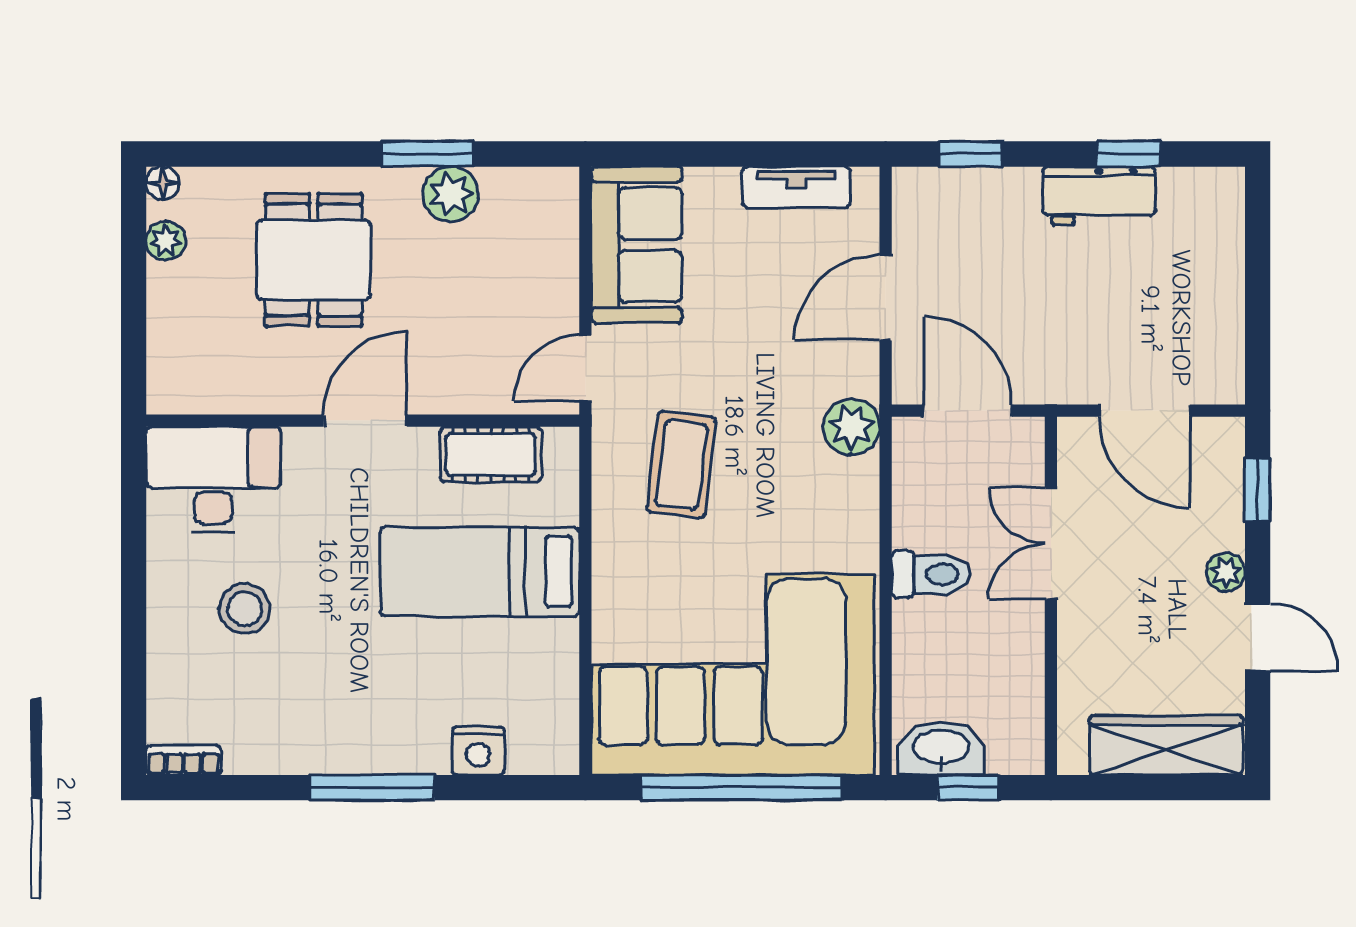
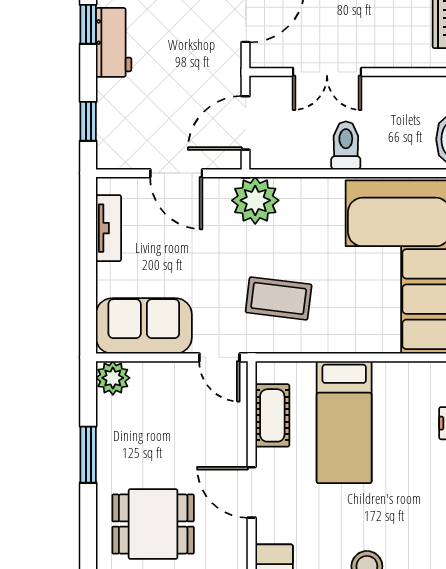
plant: (451, 194) -> (113, 378), moved
plant: (852, 427) -> (255, 200), width x1.36, depth x1.36

